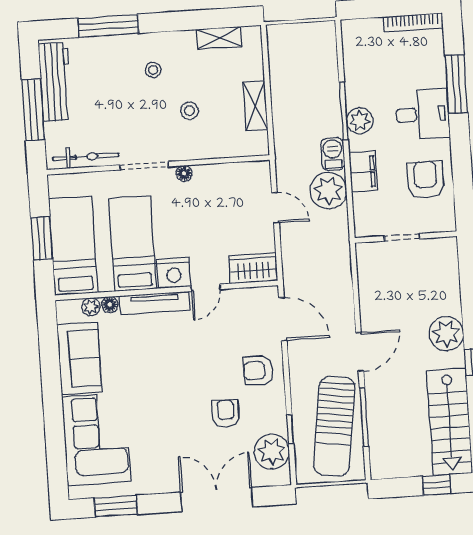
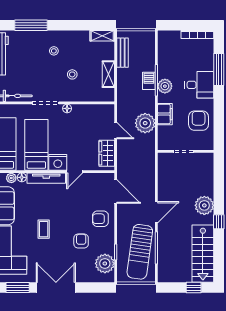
shelving: (219, 38) -> (102, 36), moved
bench: (279, 65) -> (123, 53), added
barbecue: (333, 154) -> (149, 81), moved
wardrobe: (253, 268) -> (107, 153), moved, turned -90
coffee table: (156, 396) -> (44, 229), added
double door: (217, 499) -> (56, 288), moved

